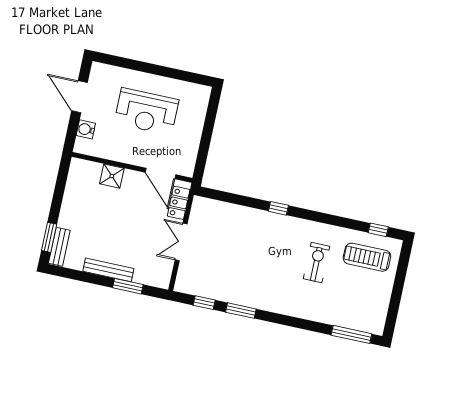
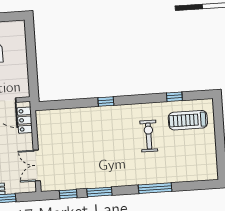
window: (378, 230) -> (174, 97), moved
double door: (181, 242) -> (37, 165), moved
window: (351, 334) -> (155, 188), moved

